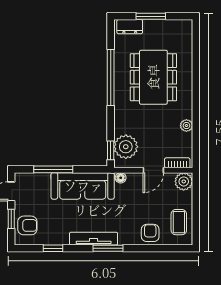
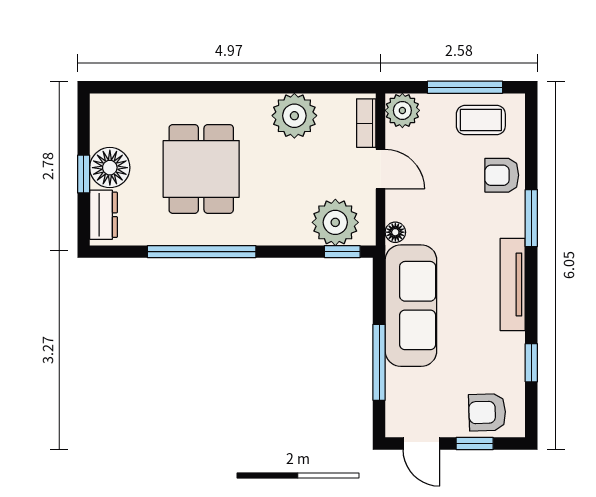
window: (151, 16) -> (84, 174), width x0.67
floor lamp: (154, 30) -> (110, 168), added
dining table: (153, 77) -> (201, 169), width x0.73
plant: (186, 126) -> (294, 116), width x1.88, depth x1.88
window: (196, 214) -> (465, 87), added
armchair: (27, 225) -> (487, 412), turned -92
window: (108, 248) -> (531, 218), moved

